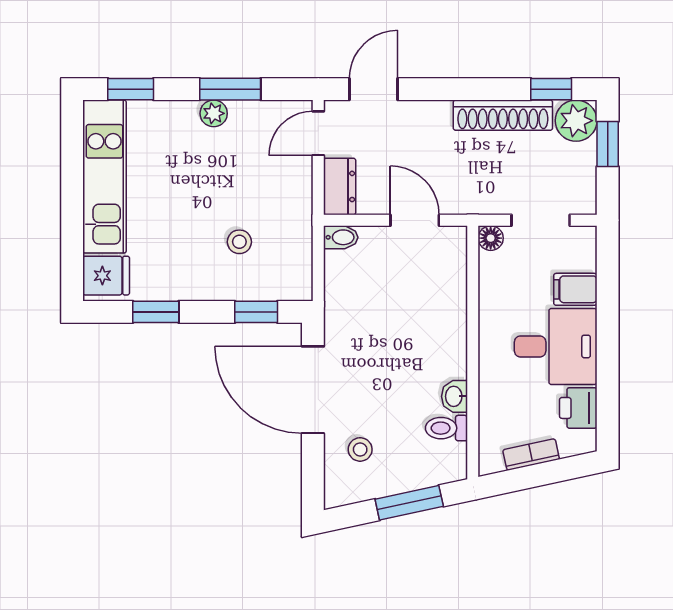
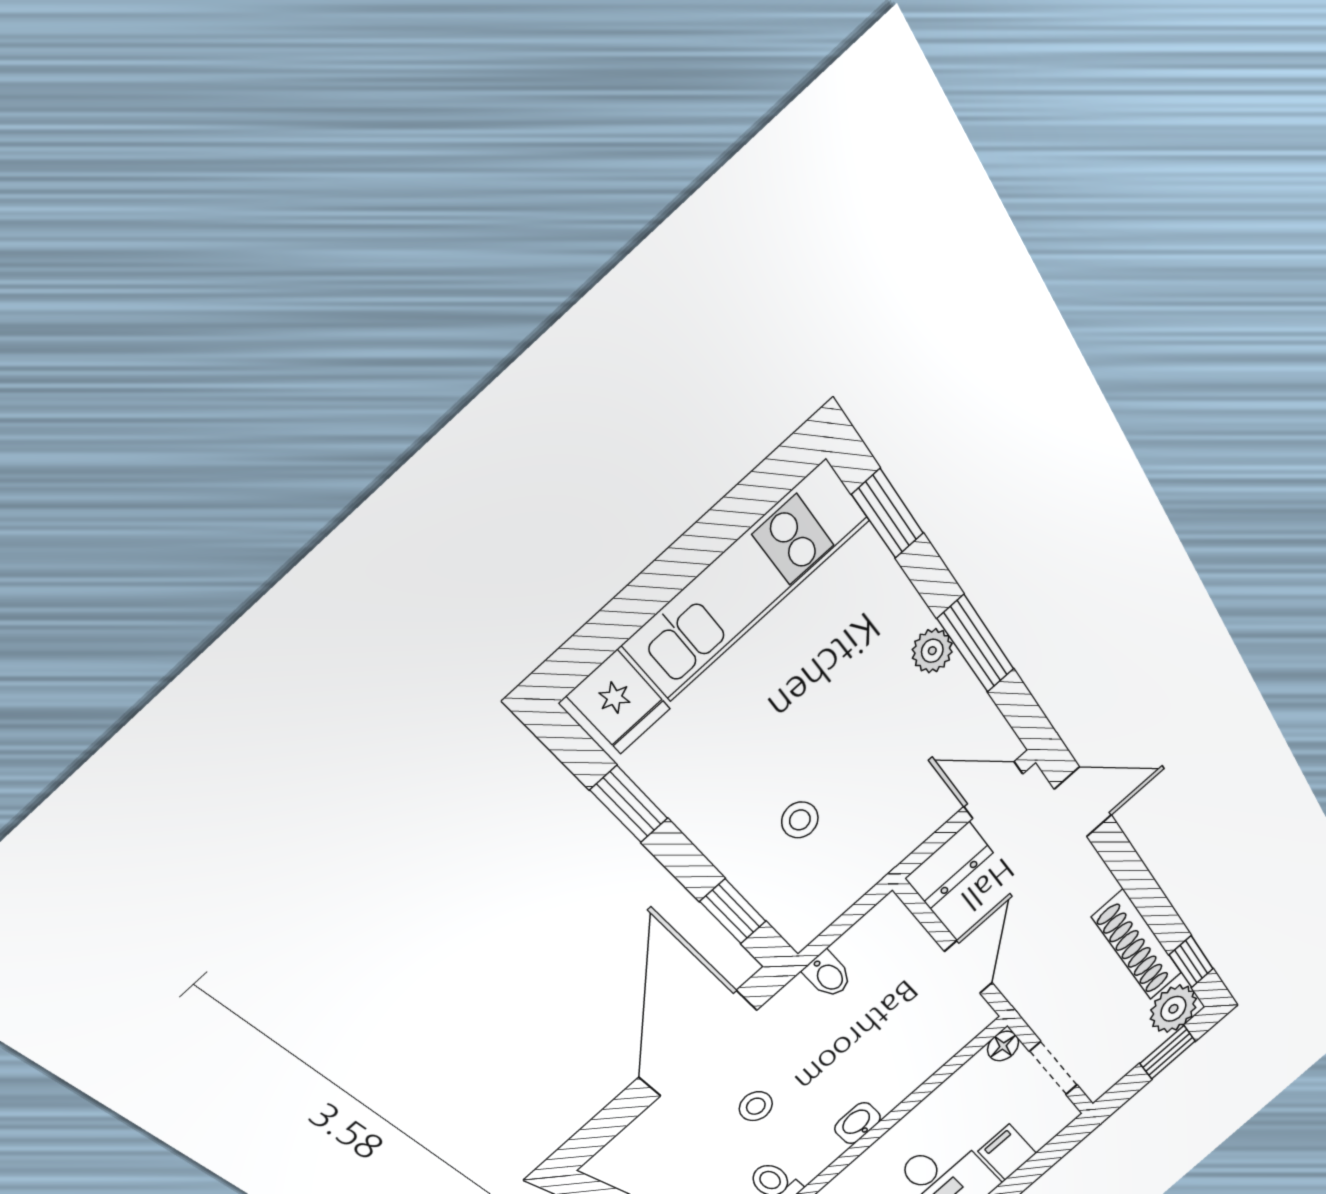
bidet: (341, 237) -> (828, 975), moved
washbasin: (454, 396) -> (858, 1123), moved
stool: (360, 449) -> (756, 1106), moved

